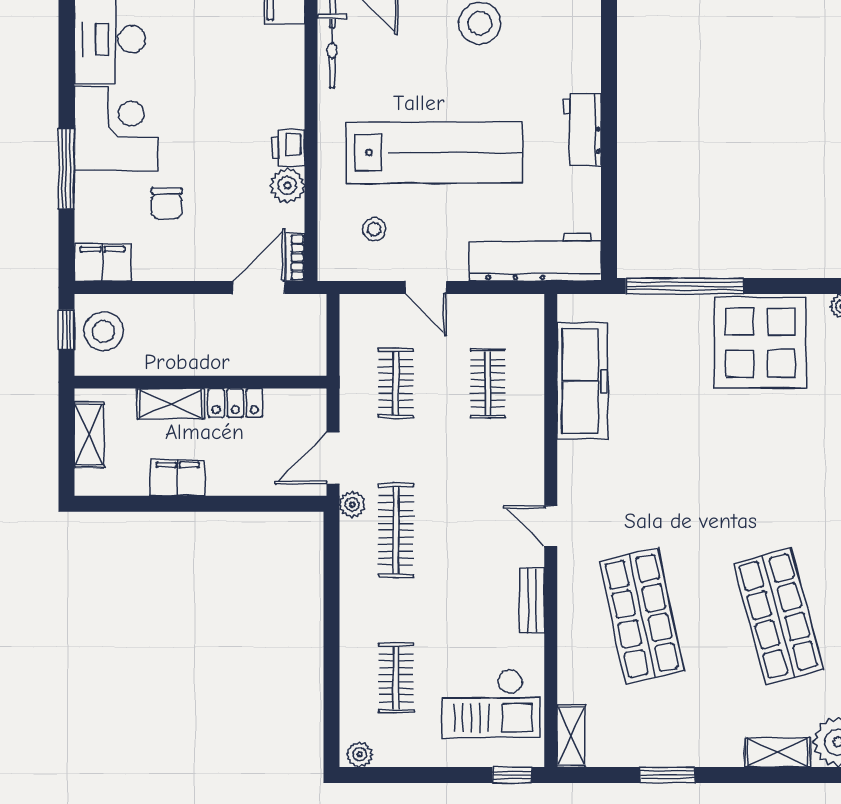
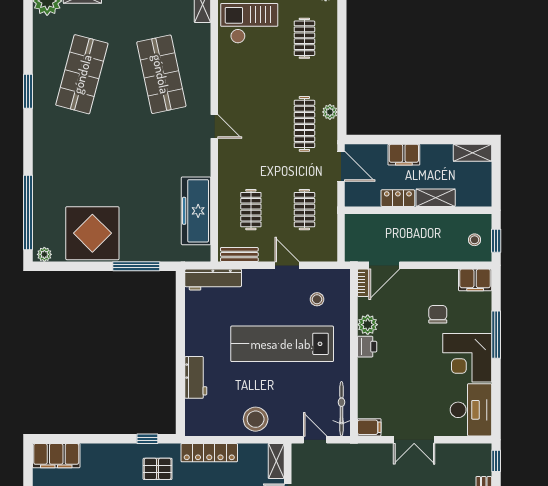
workbench: (583, 130) -> (196, 377), moved
workbench: (535, 257) -> (213, 280), width x0.73, depth x0.76
window: (685, 286) -> (136, 266), width x0.68
stool: (104, 331) -> (475, 240), width x0.53, depth x0.53
shelving: (89, 435) -> (472, 153), moved, turned 90
door: (333, 458) -> (341, 166), hinge flipped
filing cabinet: (178, 478) -> (404, 155), moved
plant: (352, 504) -> (330, 112), moved
bench: (532, 600) -> (239, 254), moved, turned 90
shop shelf: (778, 616) -> (82, 74), turned 30

